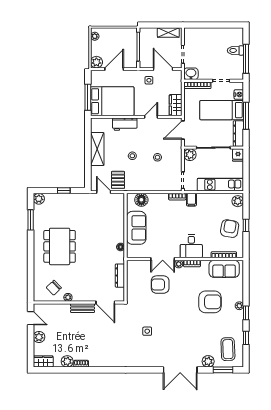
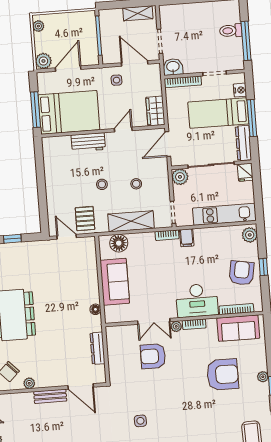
shelving: (97, 149) -> (131, 221), moved, turned 90
desk: (191, 246) -> (197, 300), width x1.37

